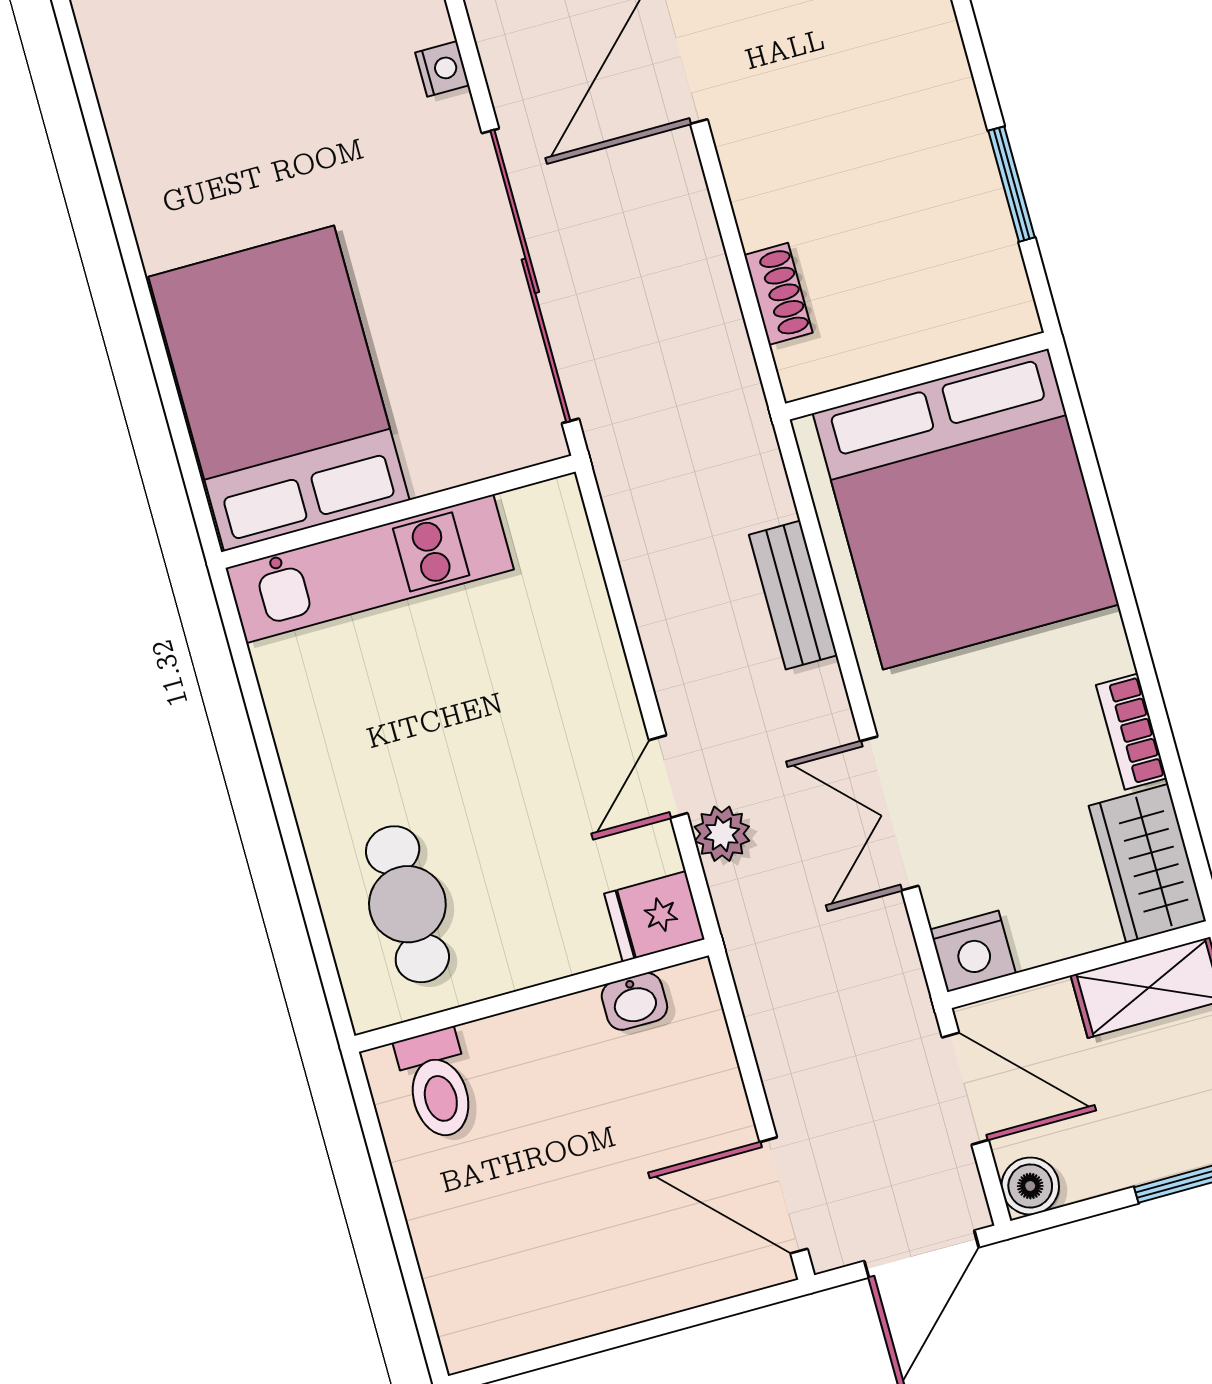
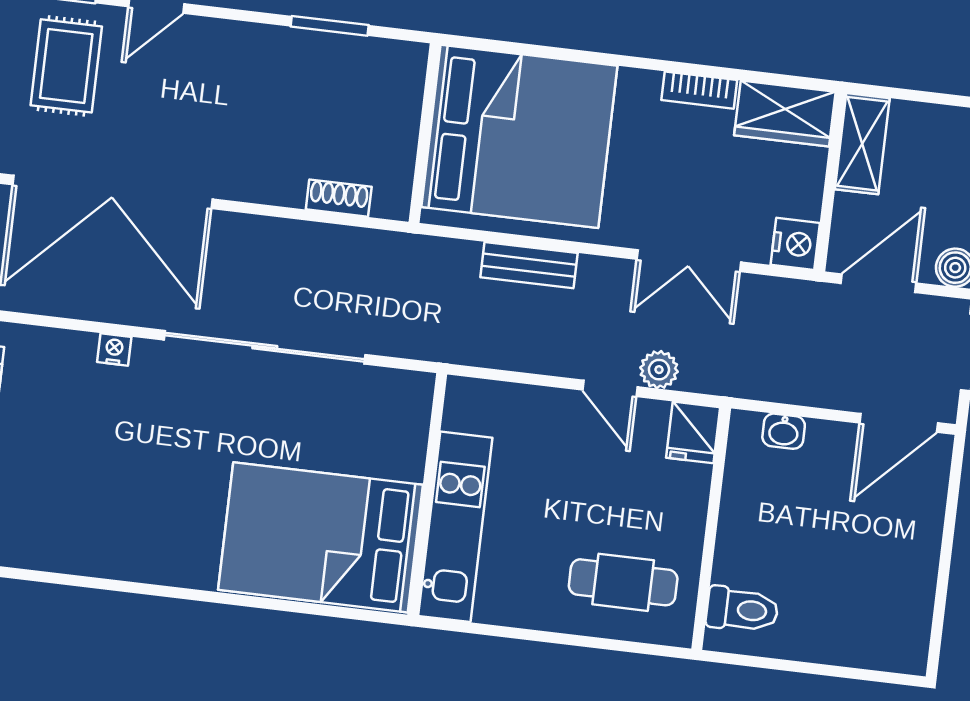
bed: (279, 388) -> (321, 537), moved
wall: (398, 512) -> (427, 495), moved
kitchen unit: (370, 569) -> (455, 527), moved
washbasin: (634, 1001) -> (784, 431), moved, turned 90

